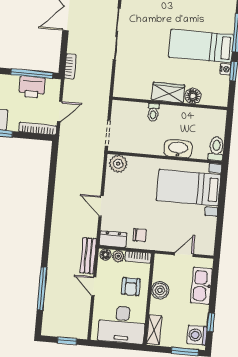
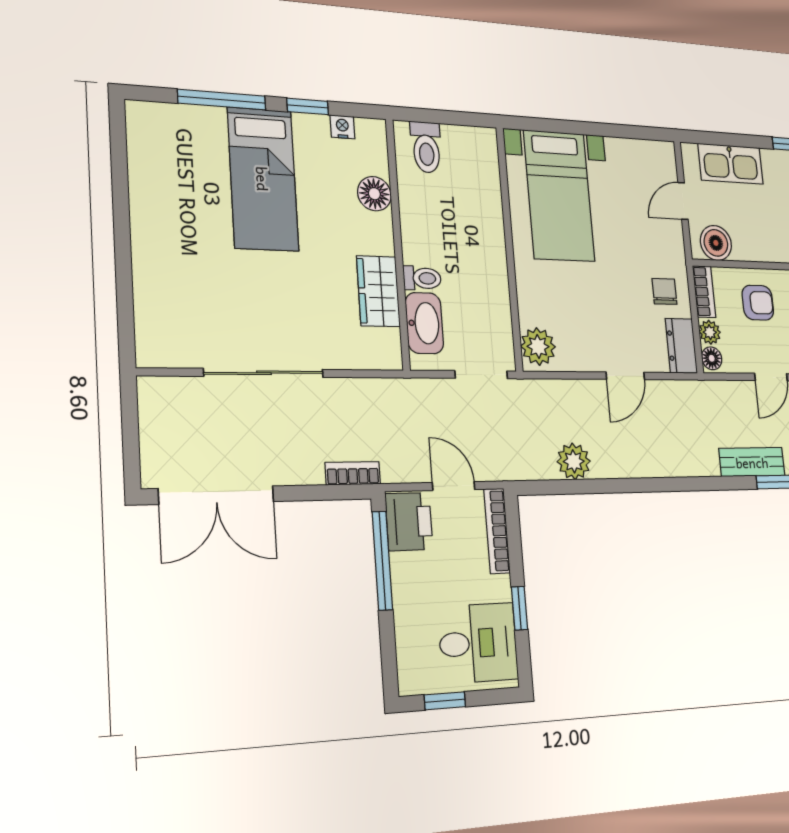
nightstand: (225, 69) -> (342, 127), moved
printer: (32, 87) -> (409, 522), moved
wardrobe: (168, 92) -> (378, 291), moved
washbasin: (178, 149) -> (424, 323), moved, turned 180
toilet: (216, 149) -> (426, 147), moved, turned -90
plant: (64, 172) -> (574, 461), added
door: (184, 255) -> (683, 201), hinge flipped
bench: (88, 256) -> (752, 462), moved
boiler: (160, 290) -> (716, 243), moved

